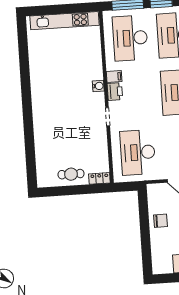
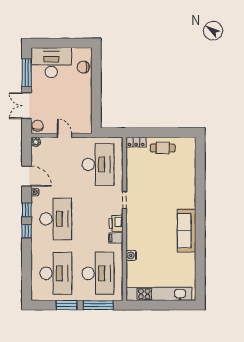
water cooler: (98, 86) -> (131, 255), moved
sofa: (40, 89) -> (187, 231), added
chair: (161, 221) -> (83, 67), moved

